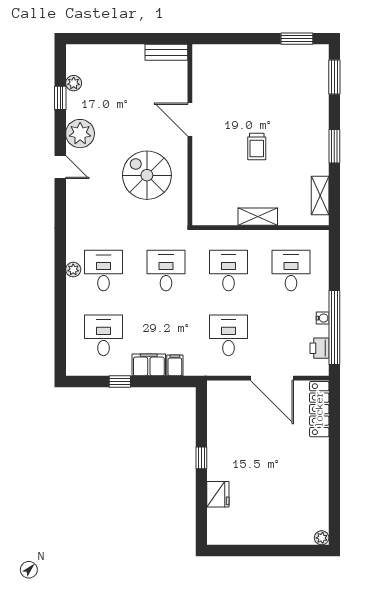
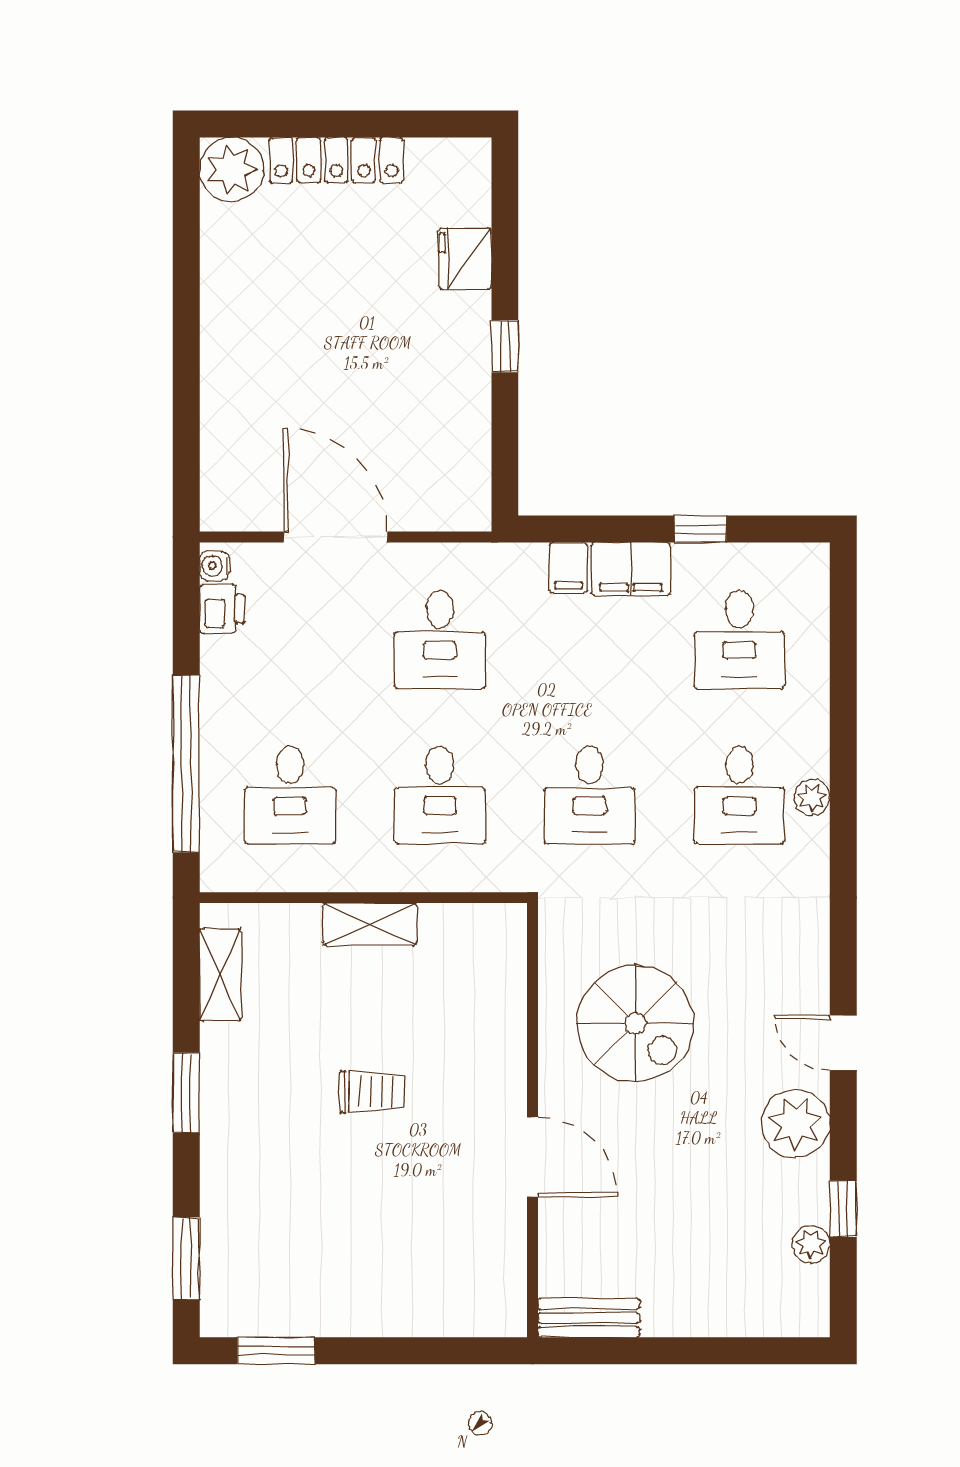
trolley: (257, 147) -> (372, 1092), turned 90
water cooler: (323, 318) -> (214, 566), moved
window: (334, 327) -> (186, 764), moved
locker: (319, 409) -> (336, 160), moved, turned 90
plant: (322, 538) -> (232, 169), width x1.87, depth x1.87

